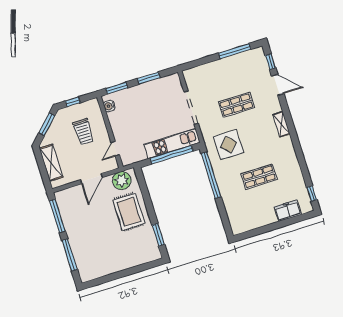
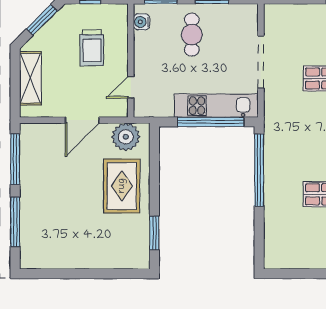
cafe table: (143, 104) -> (192, 35), added
display table: (229, 145) -> (299, 133), removed

